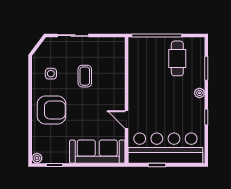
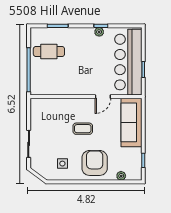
coffee table: (85, 76) -> (83, 129), moved
plant: (199, 93) -> (99, 32), moved
plant: (37, 158) -> (121, 176), moved

